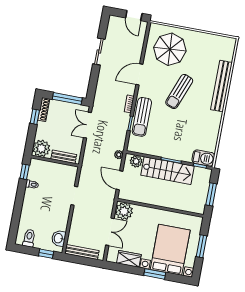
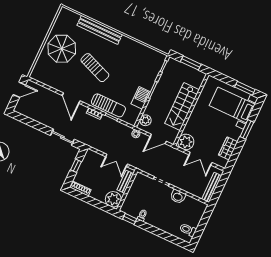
parasol: (170, 49) -> (62, 49), moved
sliding door: (99, 51) -> (62, 137), moved
window: (67, 99) -> (76, 166), width x0.46
window: (35, 117) -> (84, 198), removed
double door: (87, 125) -> (117, 160), moved
barbecue: (203, 158) -> (141, 98), moved
stairs: (167, 171) -> (182, 107), moved, turned 180
double door: (110, 232) -> (200, 159), swing flipped
washbasin: (59, 238) -> (178, 197), moved
window: (201, 246) -> (245, 88), moved
bed with nightstands: (170, 250) -> (232, 105), width x0.73
window: (46, 254) -> (205, 219), removed

